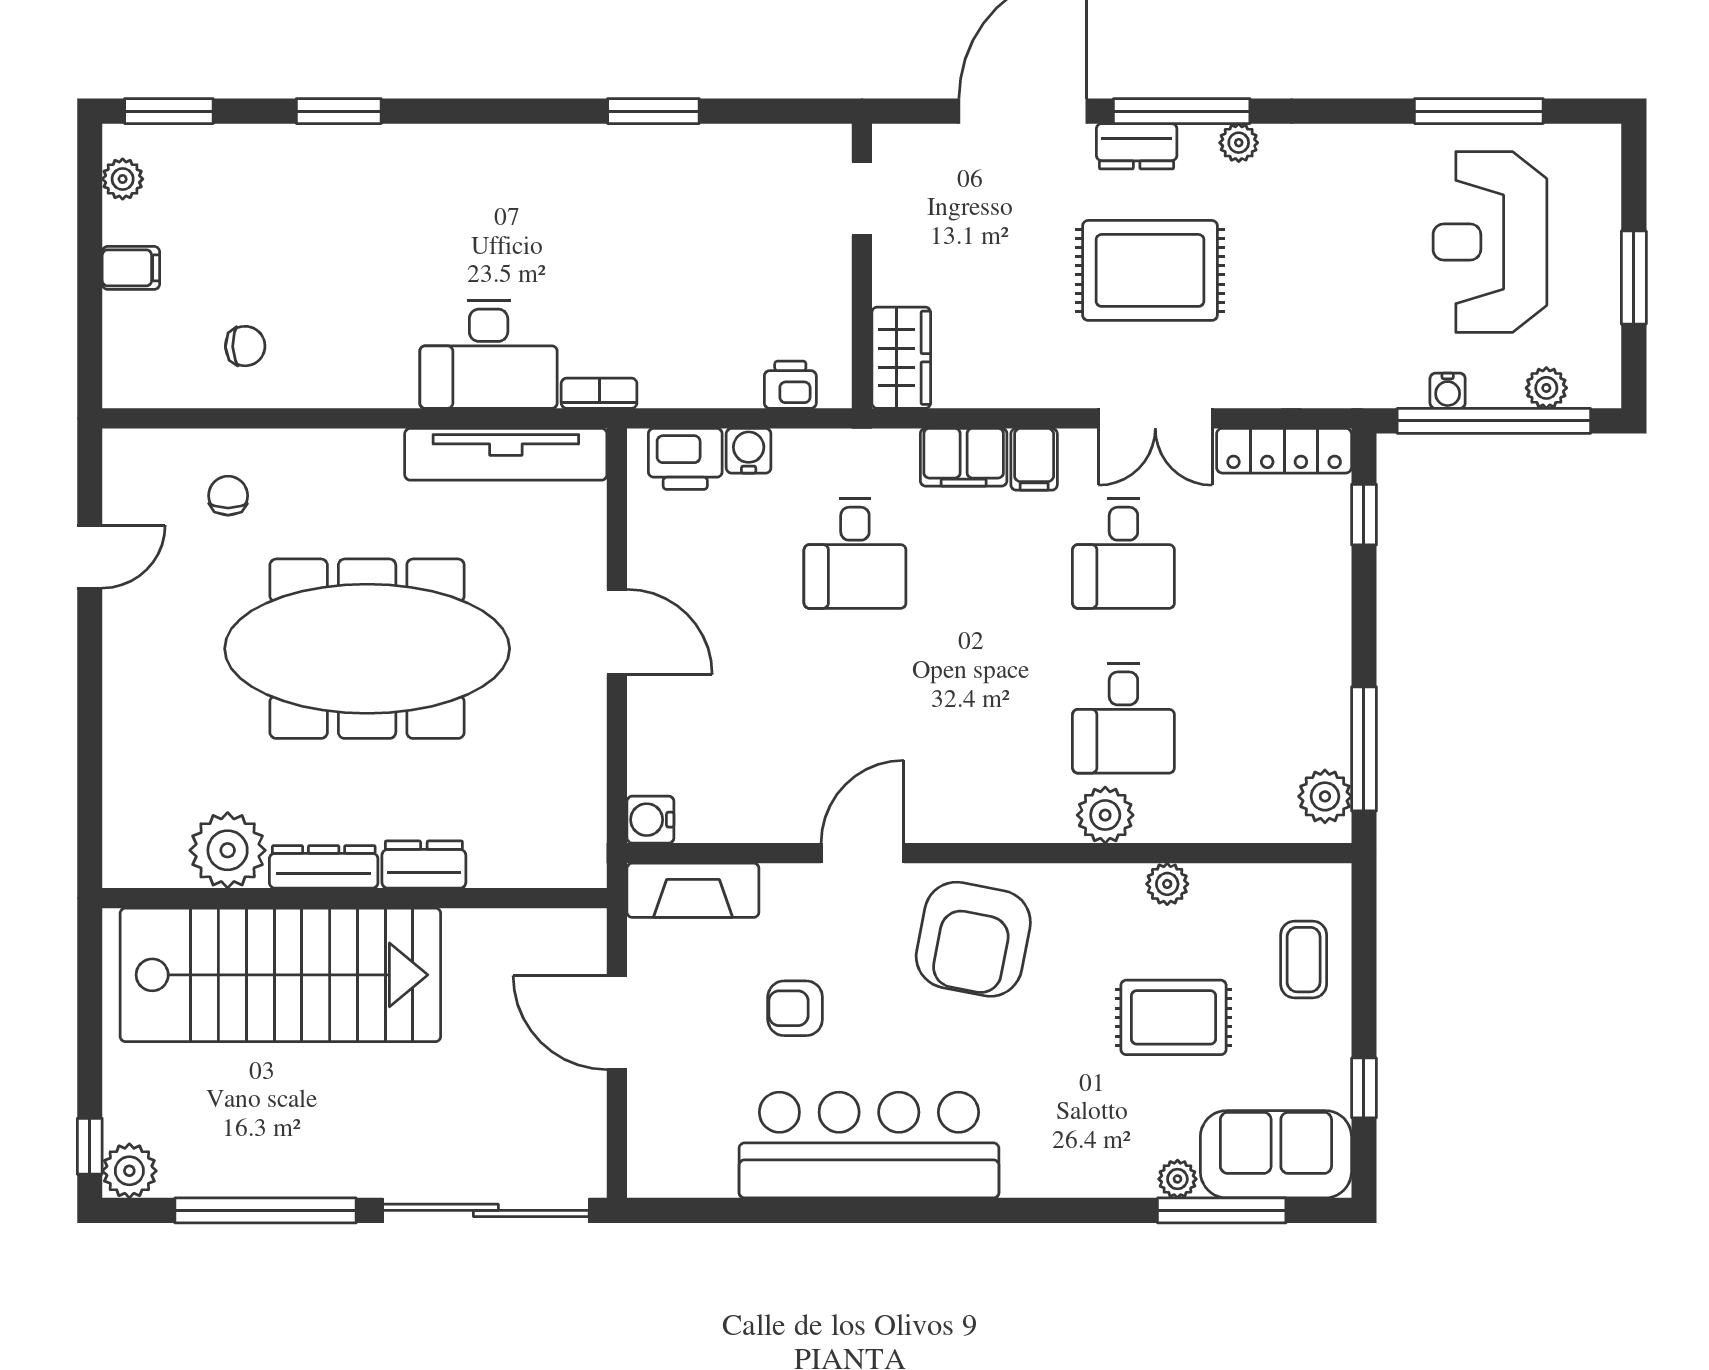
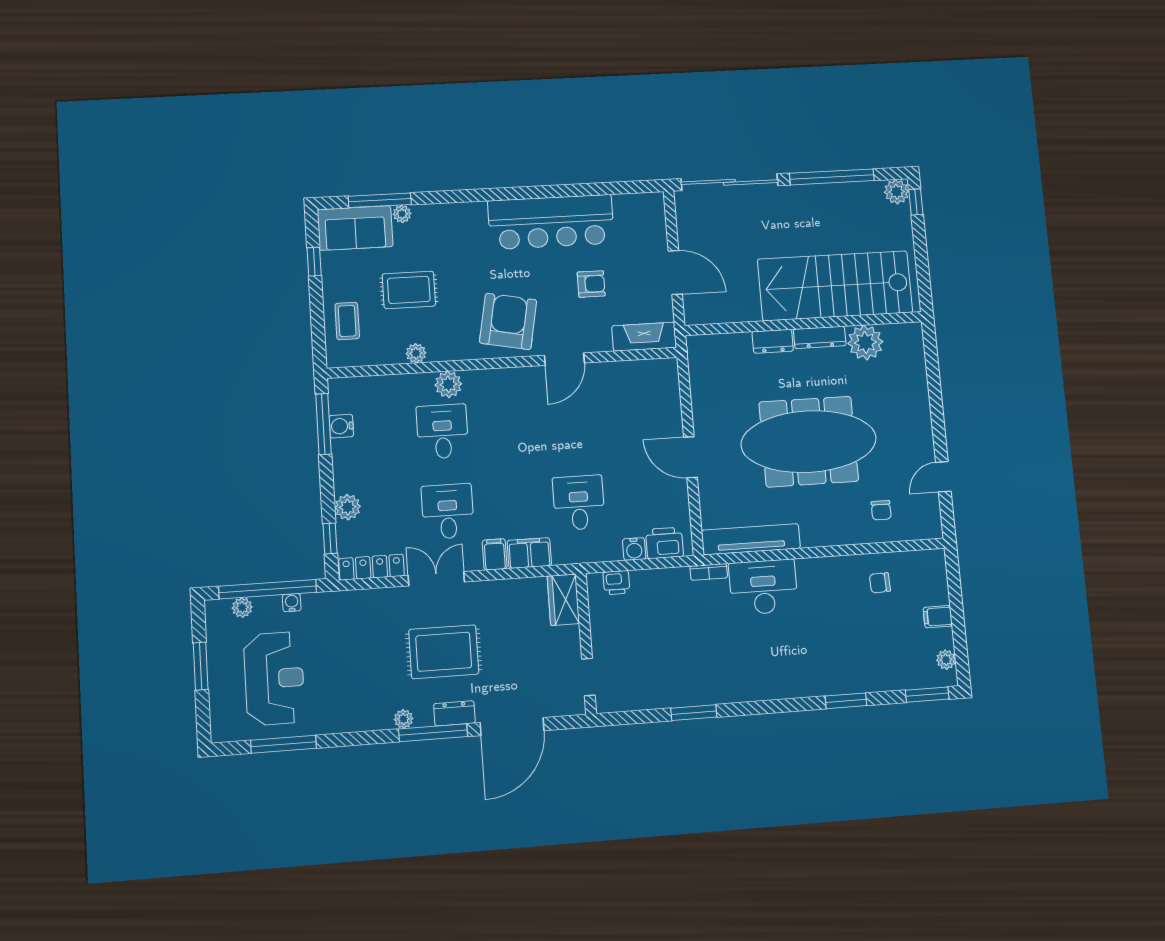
plant: (1325, 796) -> (348, 507), moved
water cooler: (650, 820) -> (341, 426), moved, turned 180

